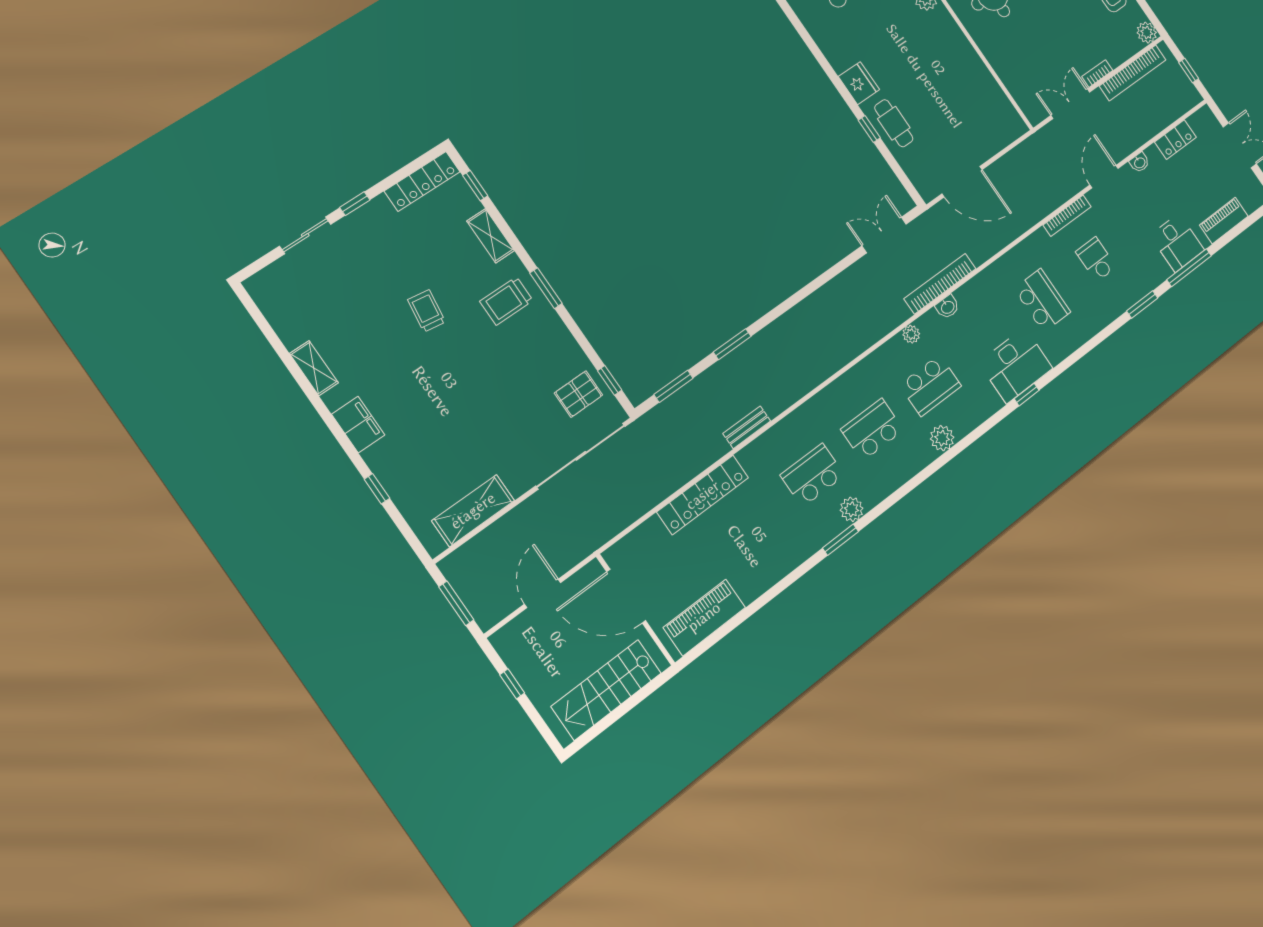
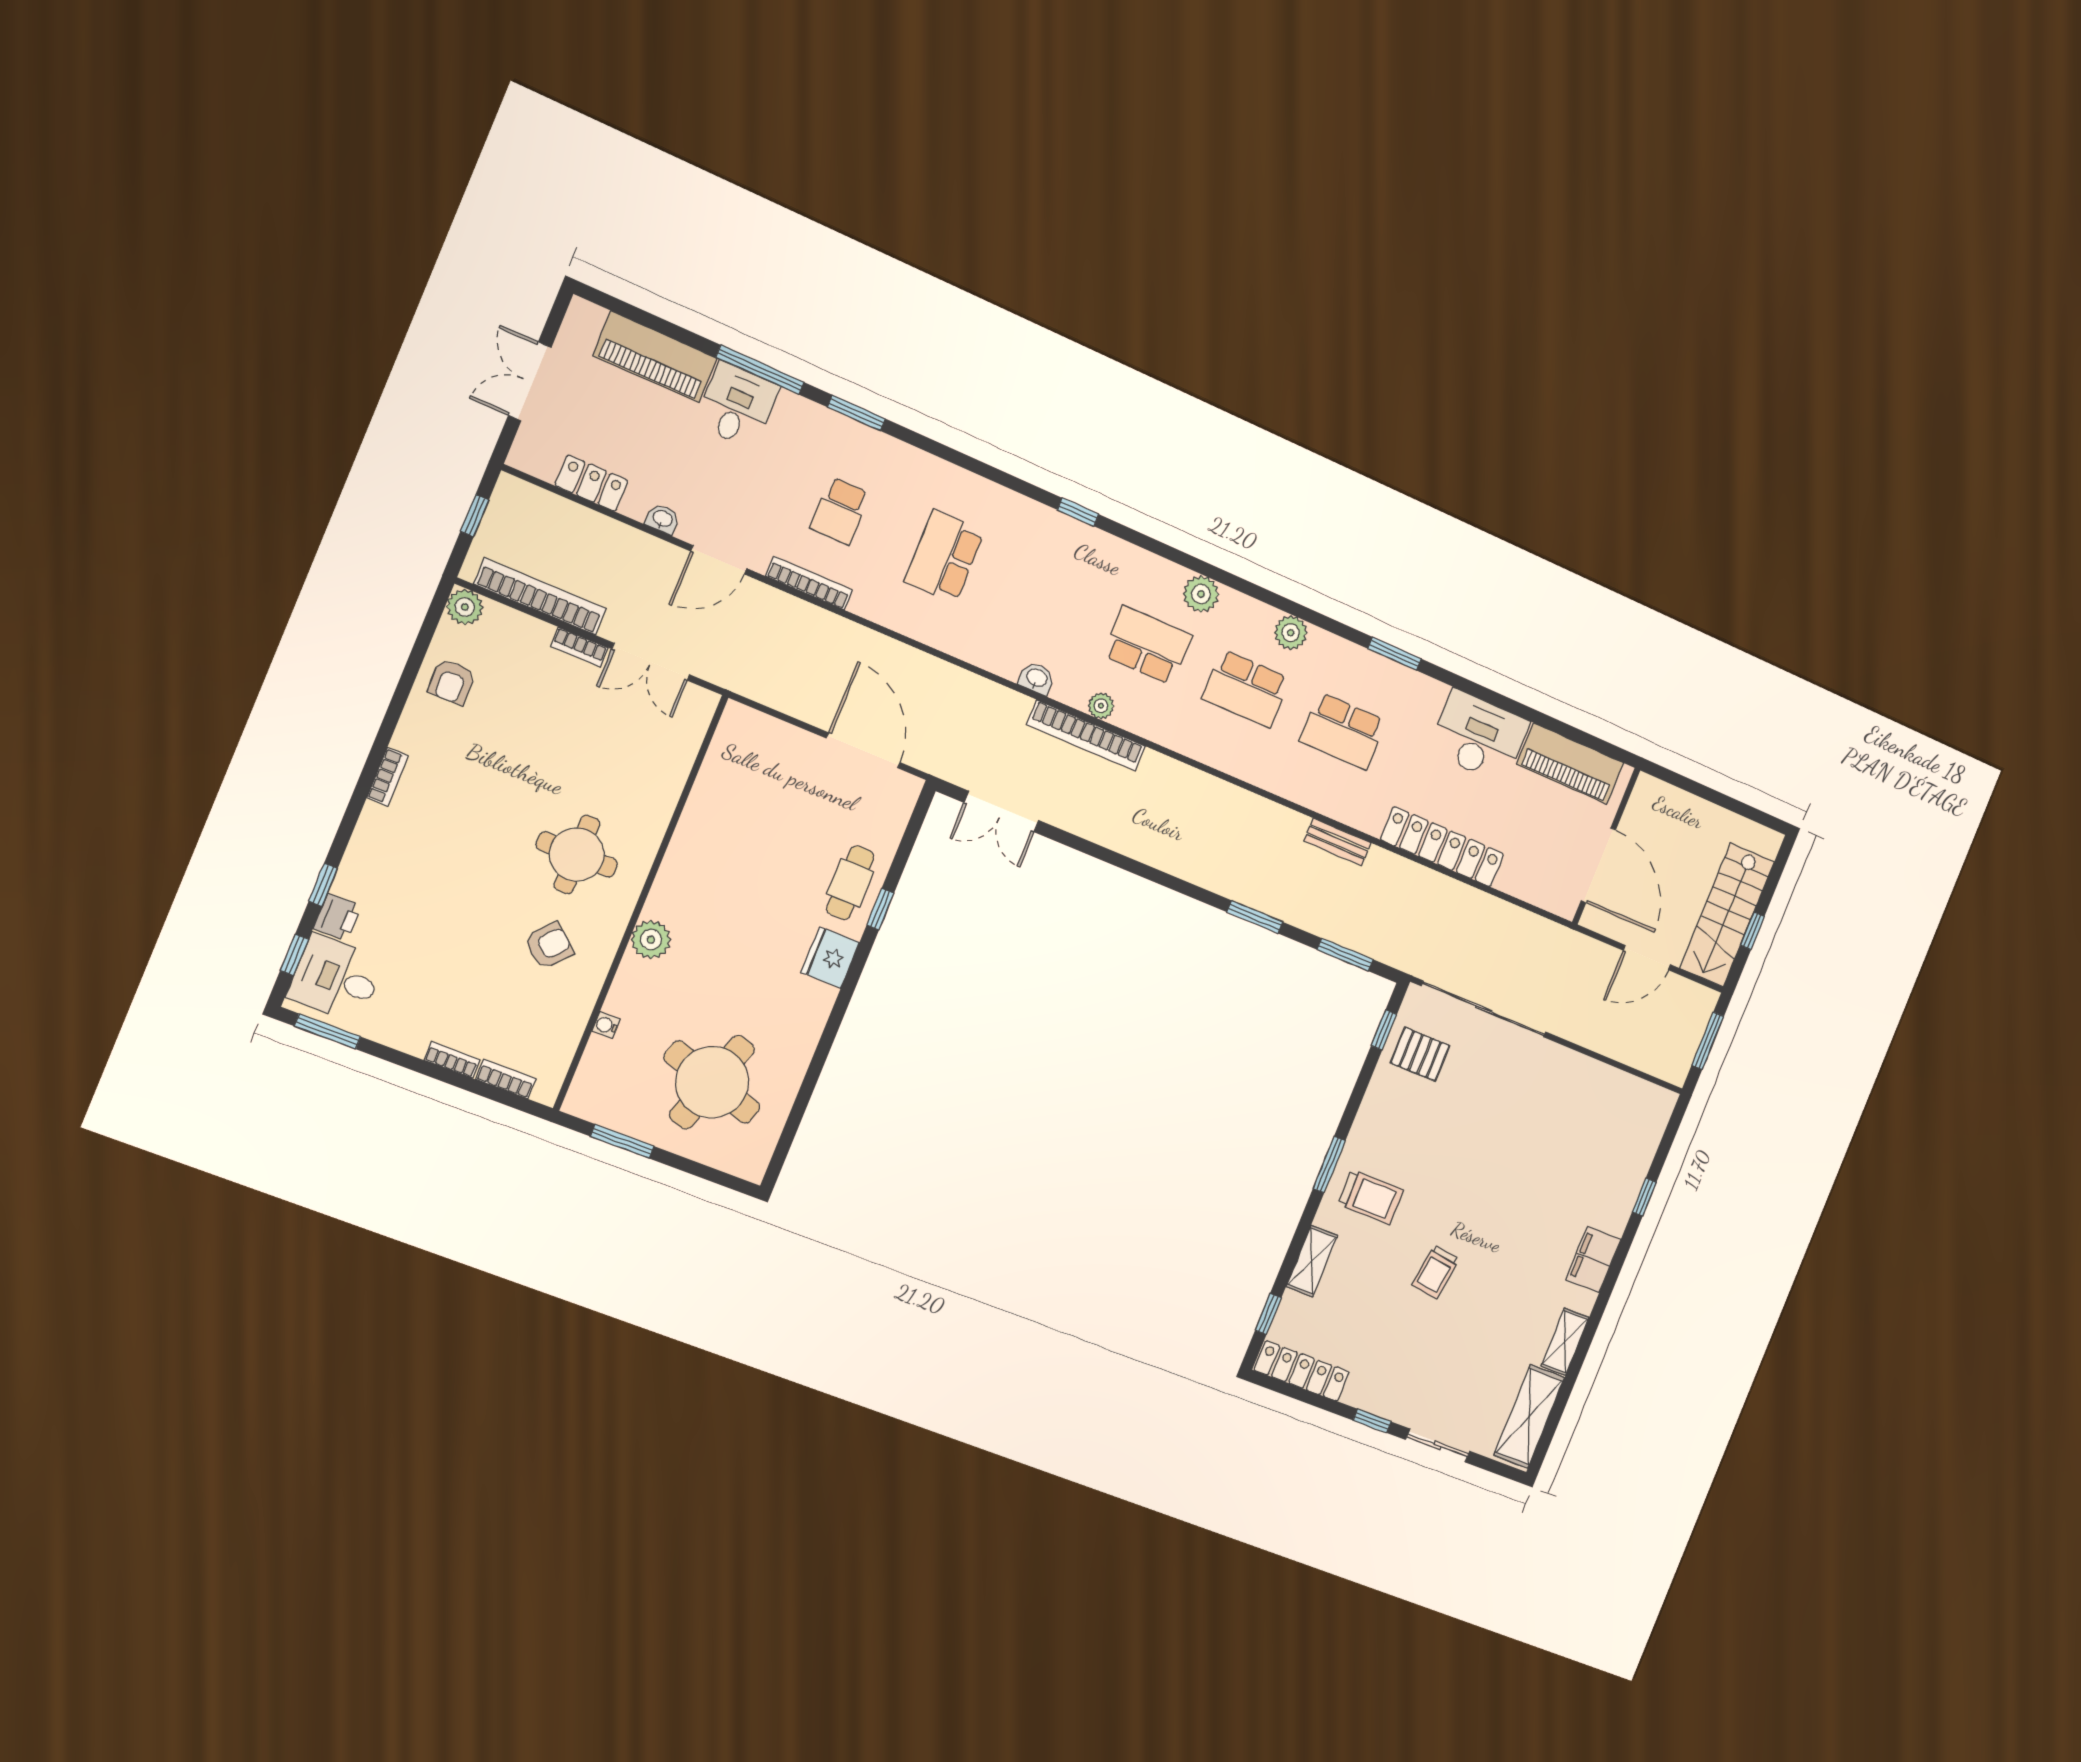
piano: (1224, 221) -> (655, 357), width x1.37, depth x1.33
bookcase: (940, 284) -> (1086, 735), moved
desk: (1016, 365) -> (1479, 737), moved
plant: (852, 509) -> (1291, 633), moved
shelving: (473, 511) -> (1529, 1417), moved, turned 90
stairs: (606, 690) -> (1727, 915), moved, turned 90

